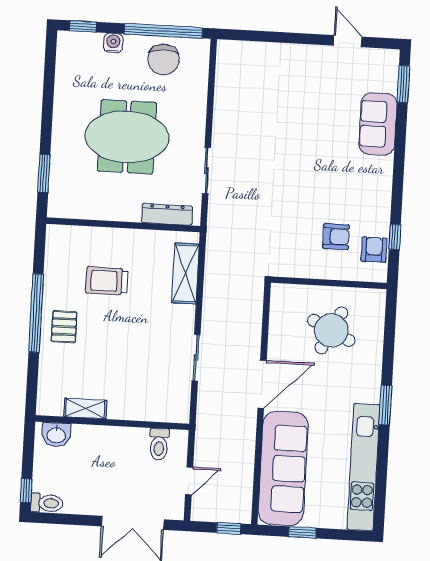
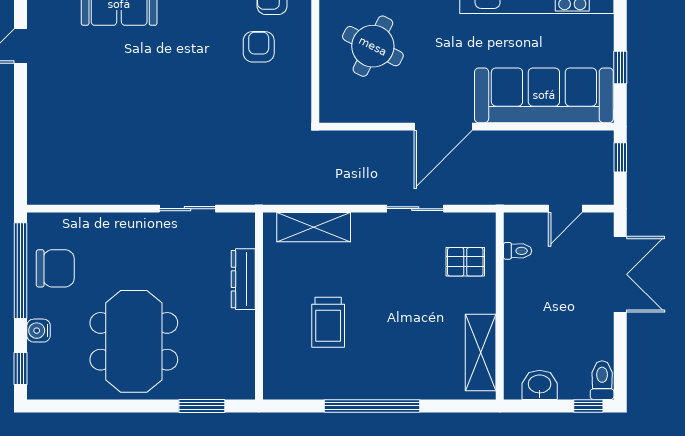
meeting table: (127, 137) -> (134, 341), moved
dresser: (167, 214) -> (243, 279), moved
pallet: (64, 327) -> (465, 262), moved
door: (262, 384) -> (443, 127), swing flipped
shelving: (85, 408) -> (481, 352), width x1.50, depth x1.33
washbasin: (56, 435) -> (540, 385), moved, turned -90
toilet: (159, 444) -> (518, 251), width x0.73, depth x0.72
door: (189, 481) -> (565, 209), swing flipped

